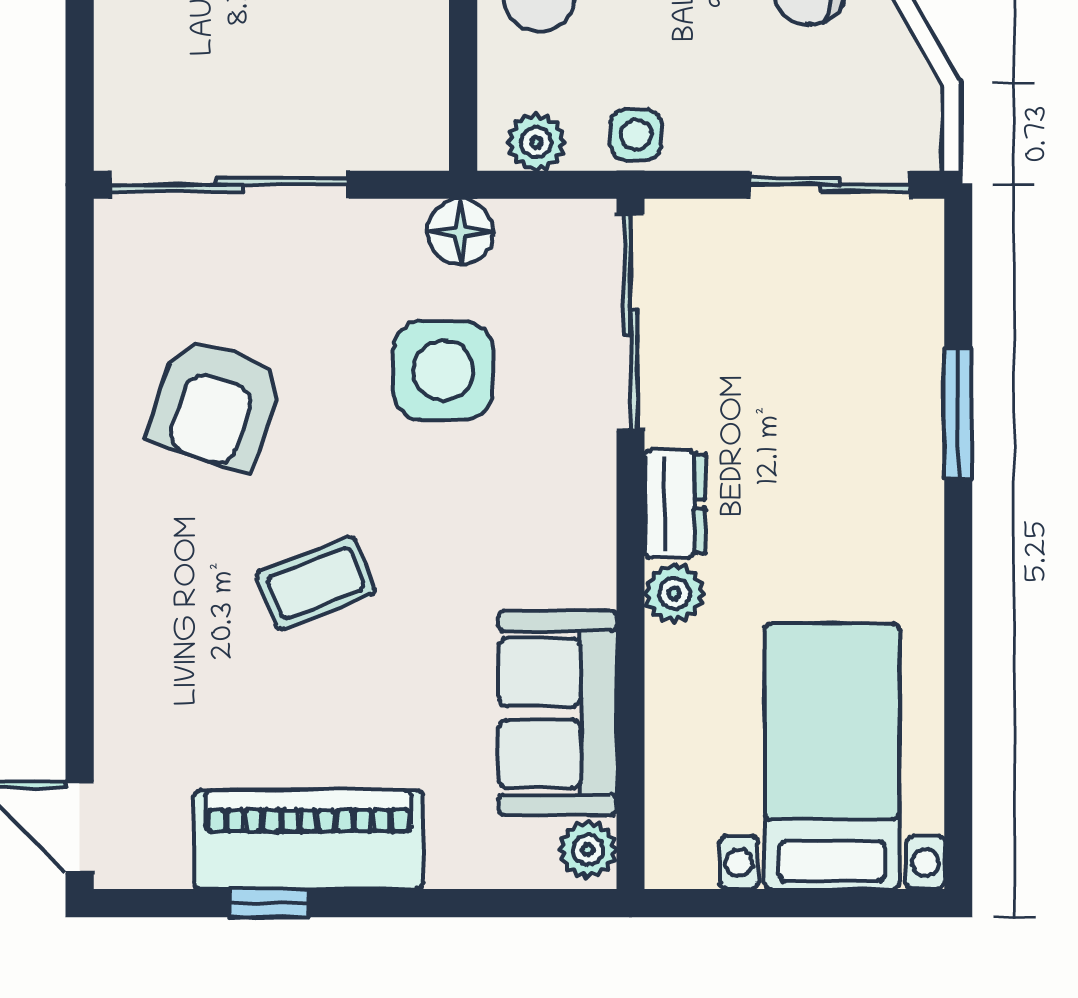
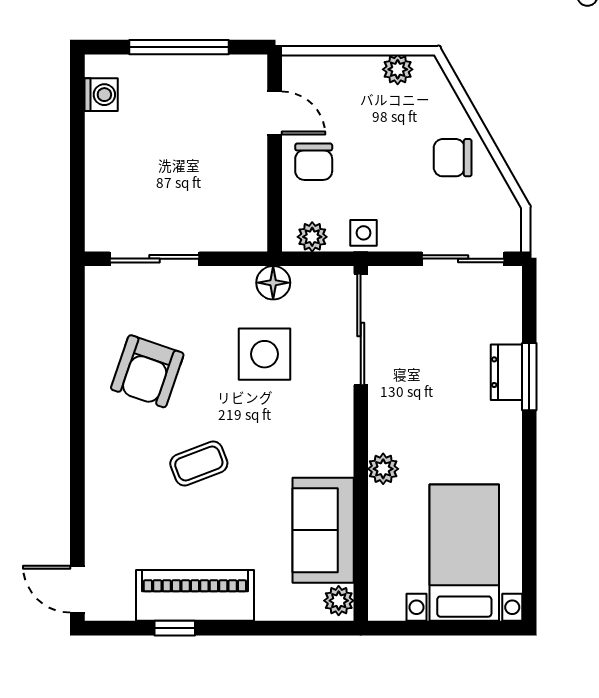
sliding door: (229, 185) -> (154, 259), width x0.73
dresser: (675, 504) -> (506, 372), moved, turned 180

